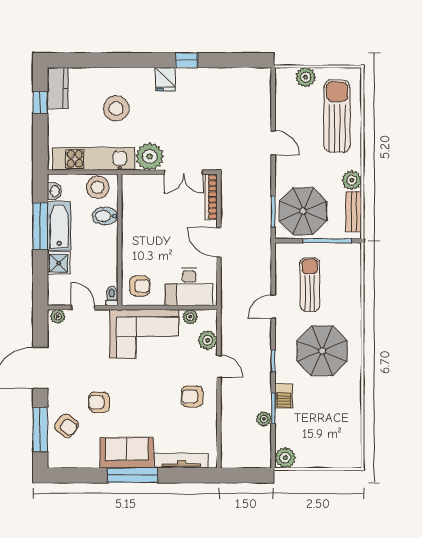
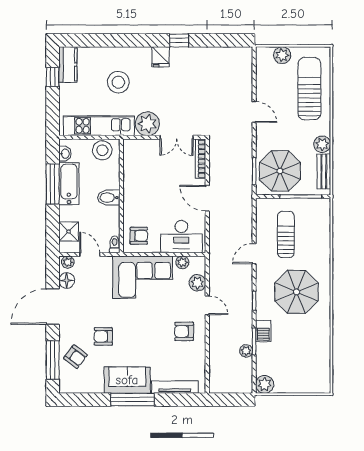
bidet: (105, 216) -> (109, 198), moved
shower: (59, 263) -> (69, 232), moved
floor lamp: (57, 338) -> (67, 280), added

